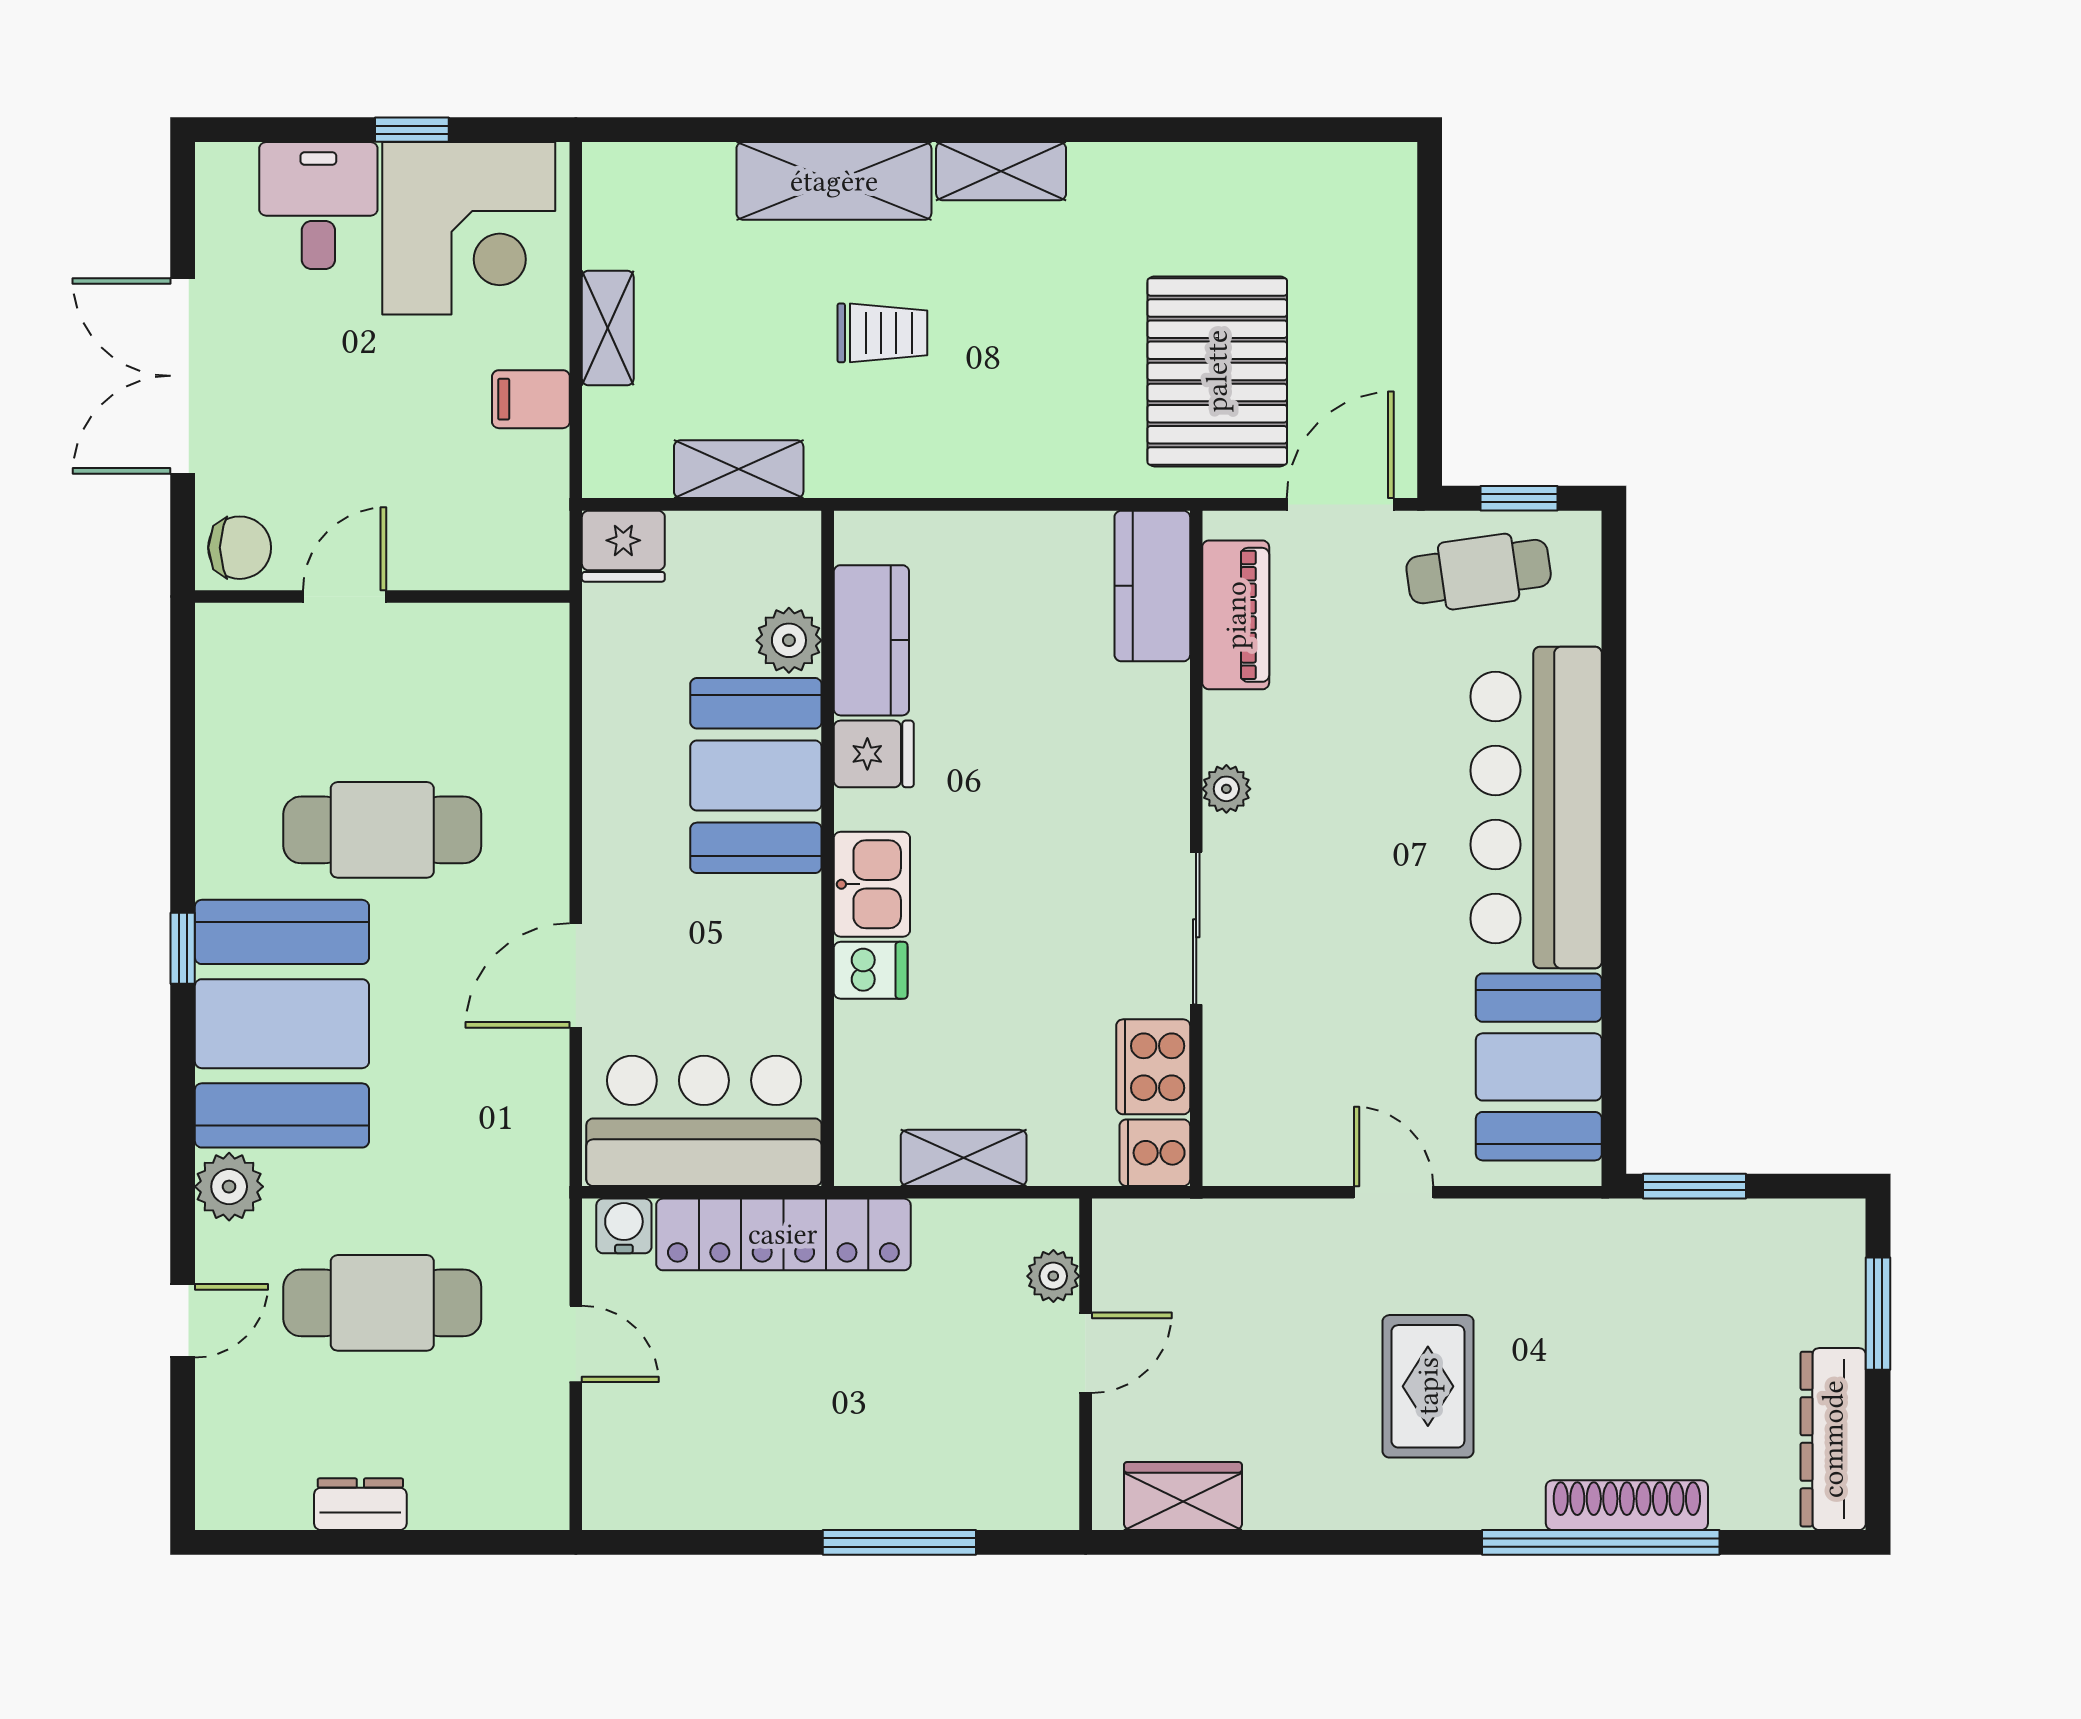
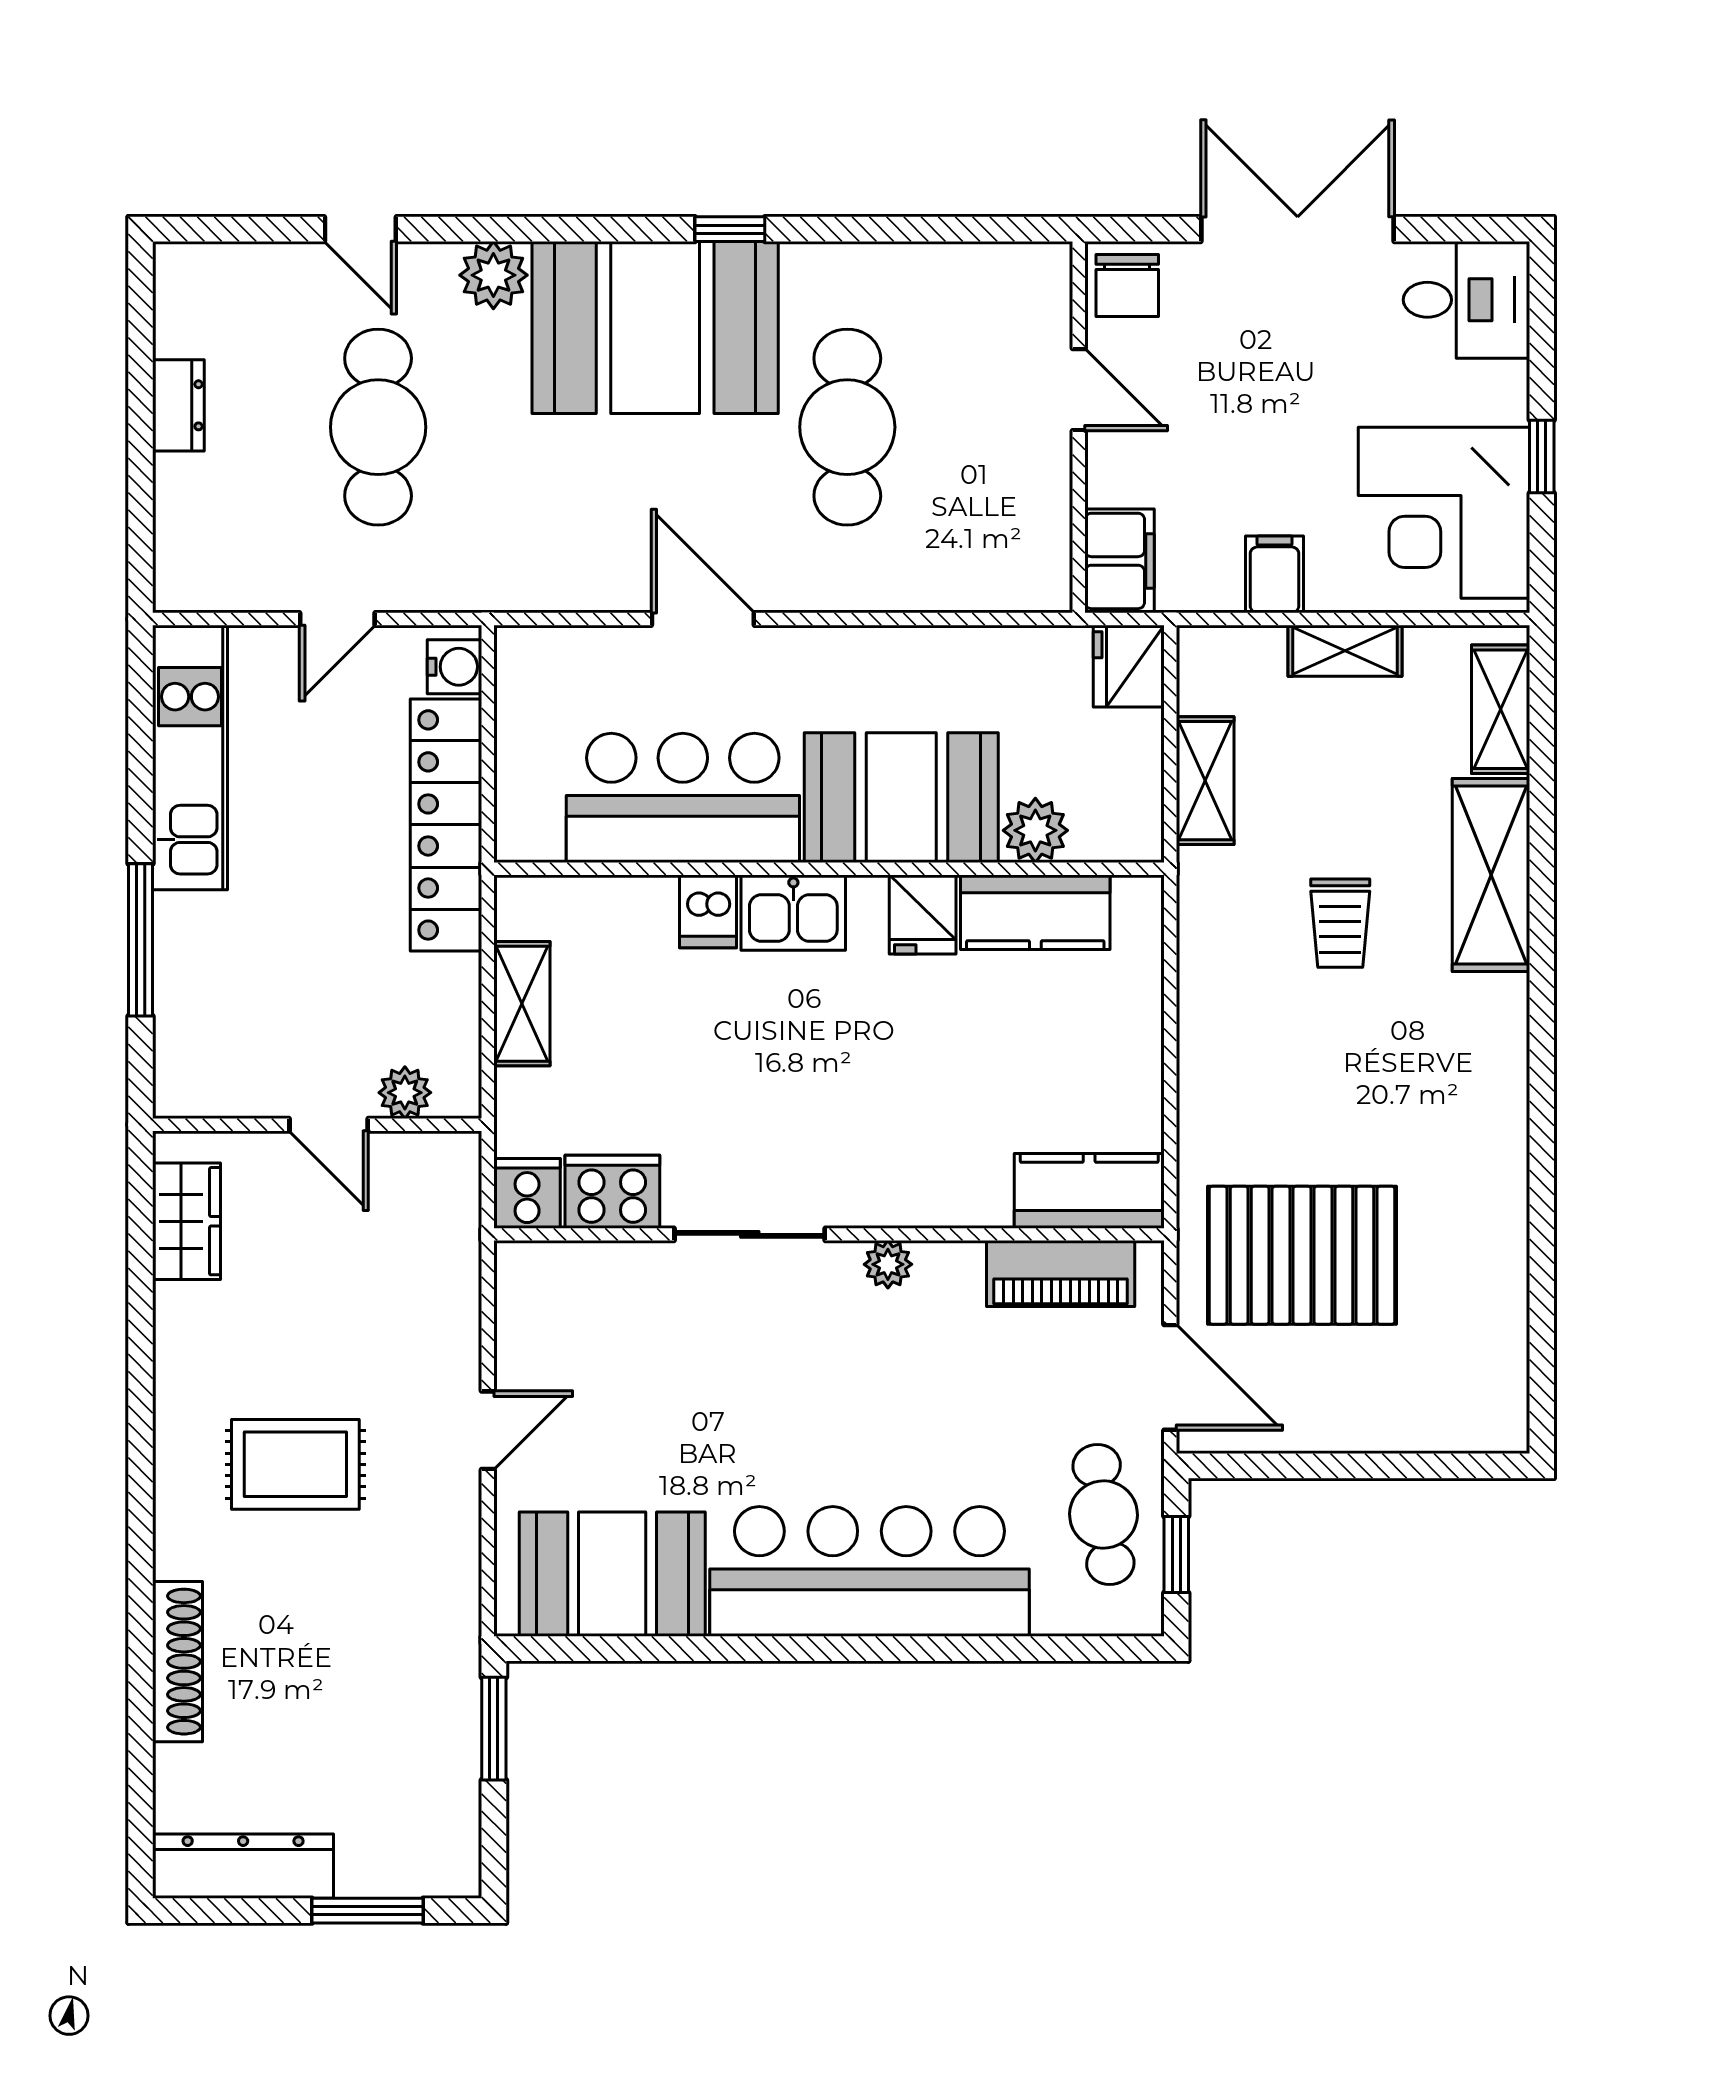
shelving: (1001, 171) -> (1501, 709), moved
desk: (318, 206) -> (1467, 300), moved
filing cabinet: (517, 555) -> (1120, 561), added
bar counter: (704, 1121) -> (683, 798), moved, turned -90
kitchen unit: (715, 1493) -> (190, 758), added
window: (1601, 1542) -> (141, 1636), removed

